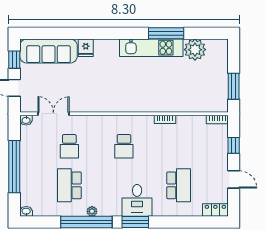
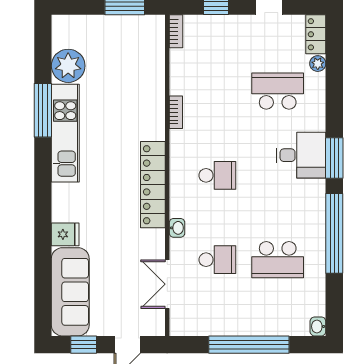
locker: (118, 104) -> (153, 185), added
washbasin: (26, 120) -> (177, 228), moved
plant: (92, 211) -> (318, 64), moved

